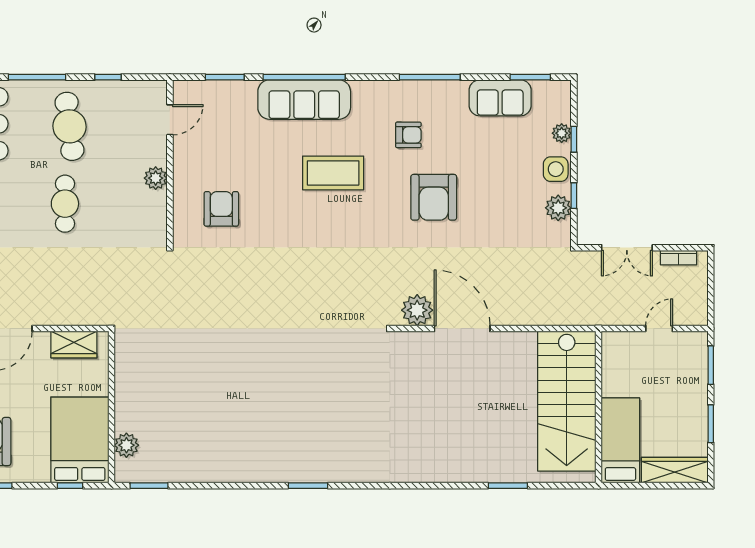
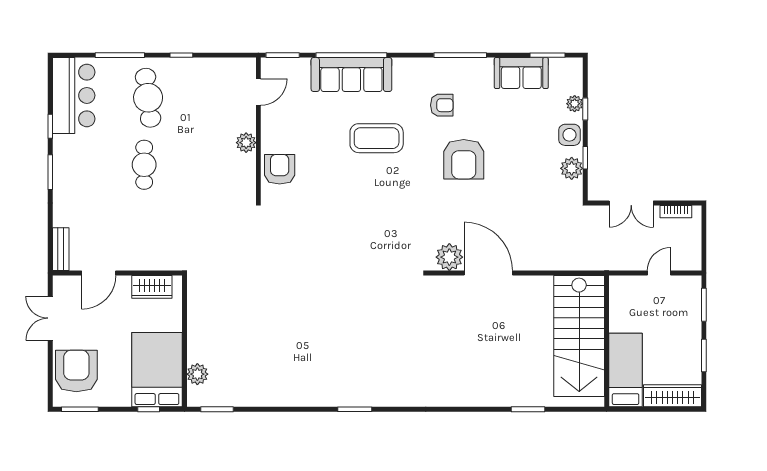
door: (170, 120) -> (258, 92), moved
wall: (170, 162) -> (258, 129), moved
plant: (156, 178) -> (246, 143), moved

